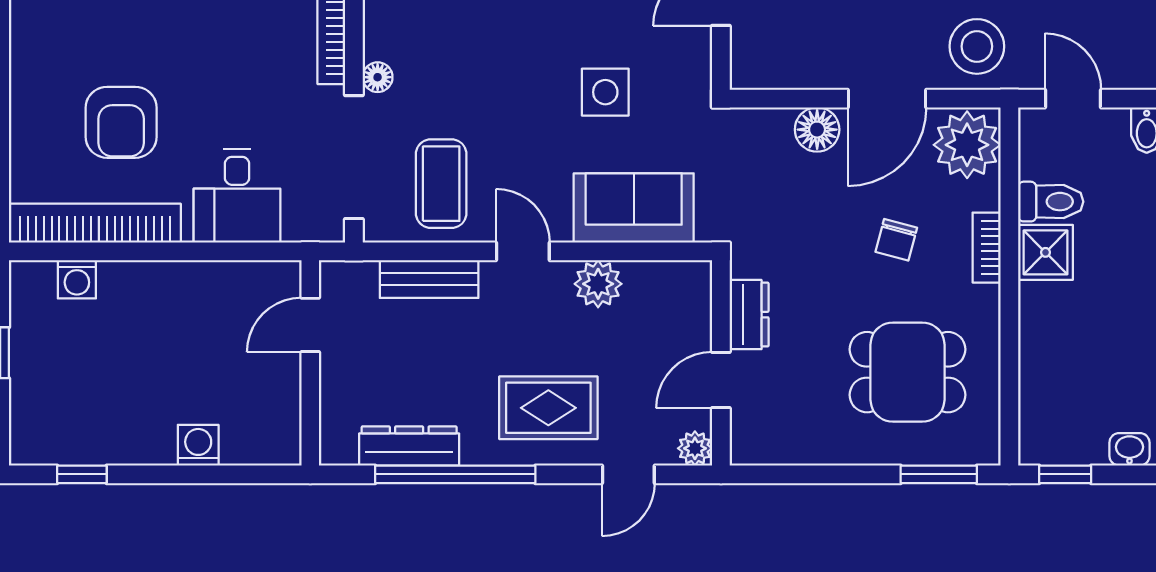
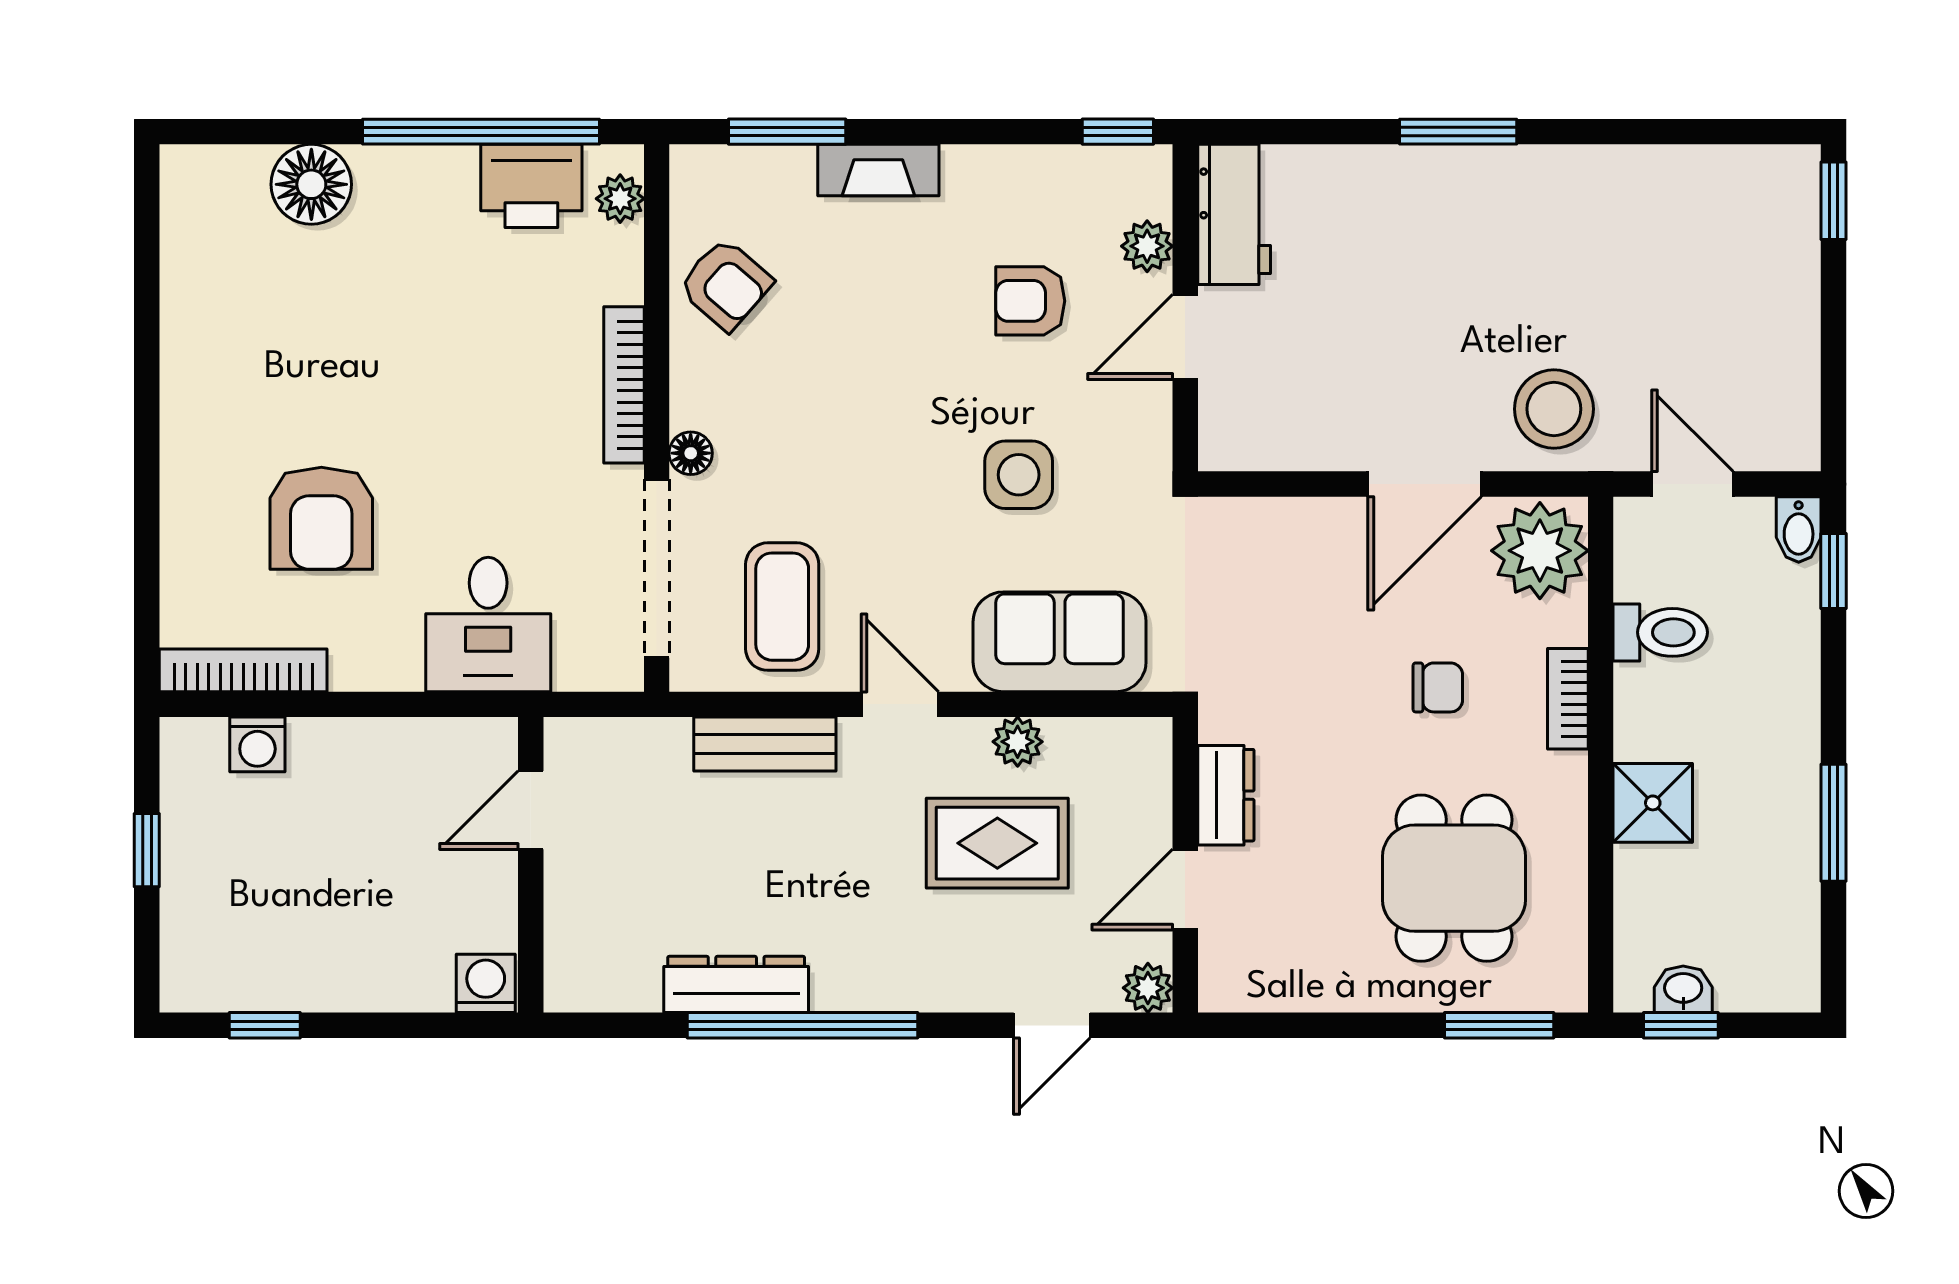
floor lamp: (817, 130) -> (1324, 529), removed
bookcase: (95, 223) -> (243, 670), width x0.68, depth x0.76
chair: (896, 240) -> (1438, 687), turned -105
shower: (1045, 252) -> (1653, 803), moved
plant: (598, 284) -> (1018, 742), width x0.73, depth x0.73
door: (310, 325) -> (531, 810), moved
wall: (310, 363) -> (531, 865), moved
dining table: (907, 372) -> (1454, 878), turned 90
rug: (548, 408) -> (997, 843), moved
washing machine: (198, 445) -> (486, 983), moved
washbasin: (1129, 449) -> (1683, 989), moved

